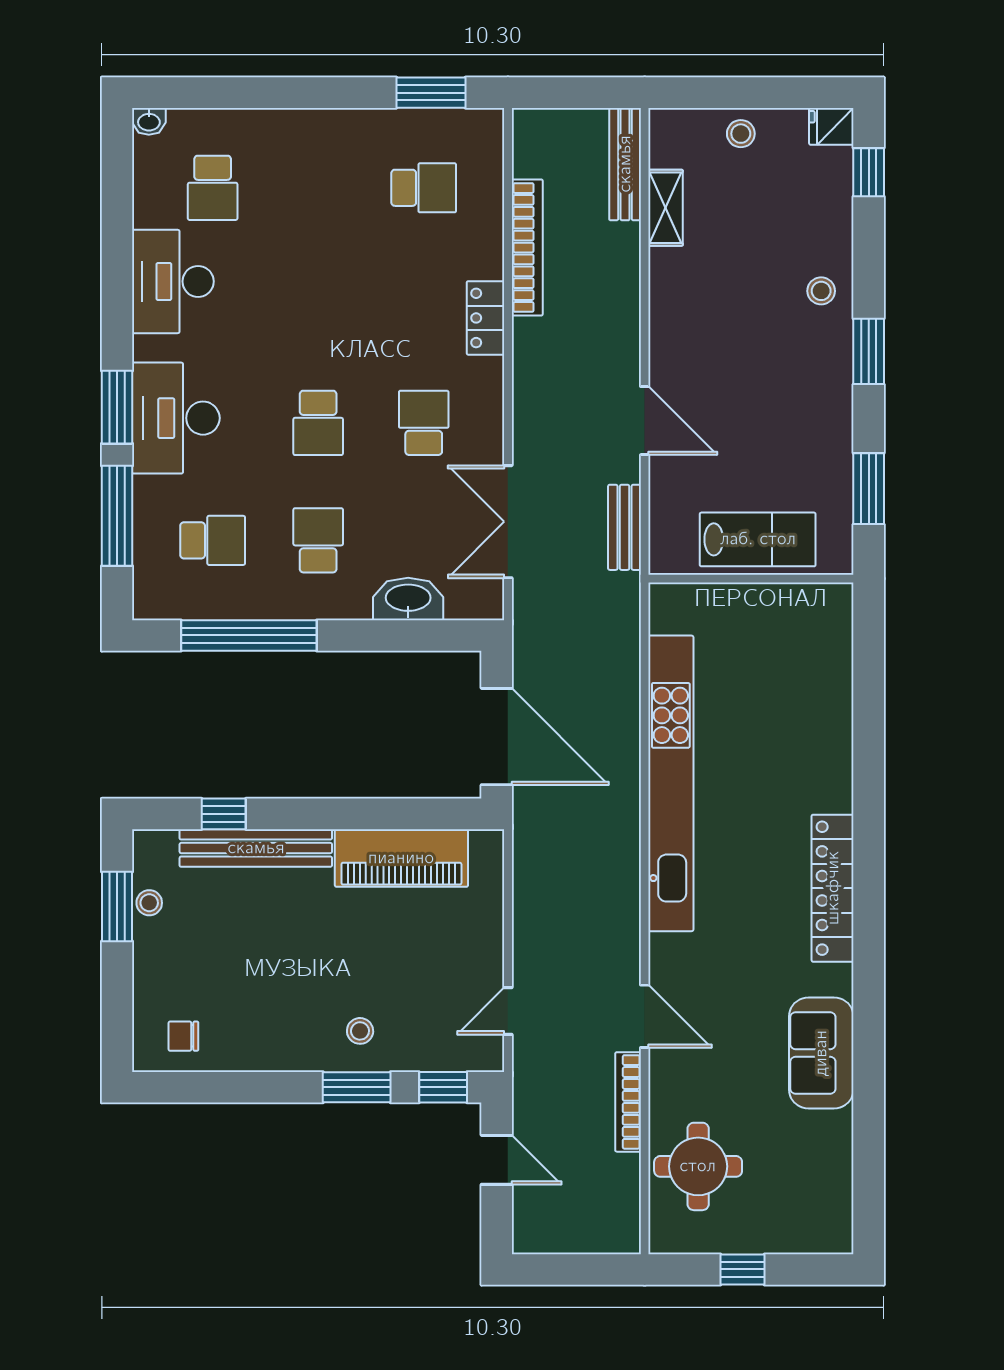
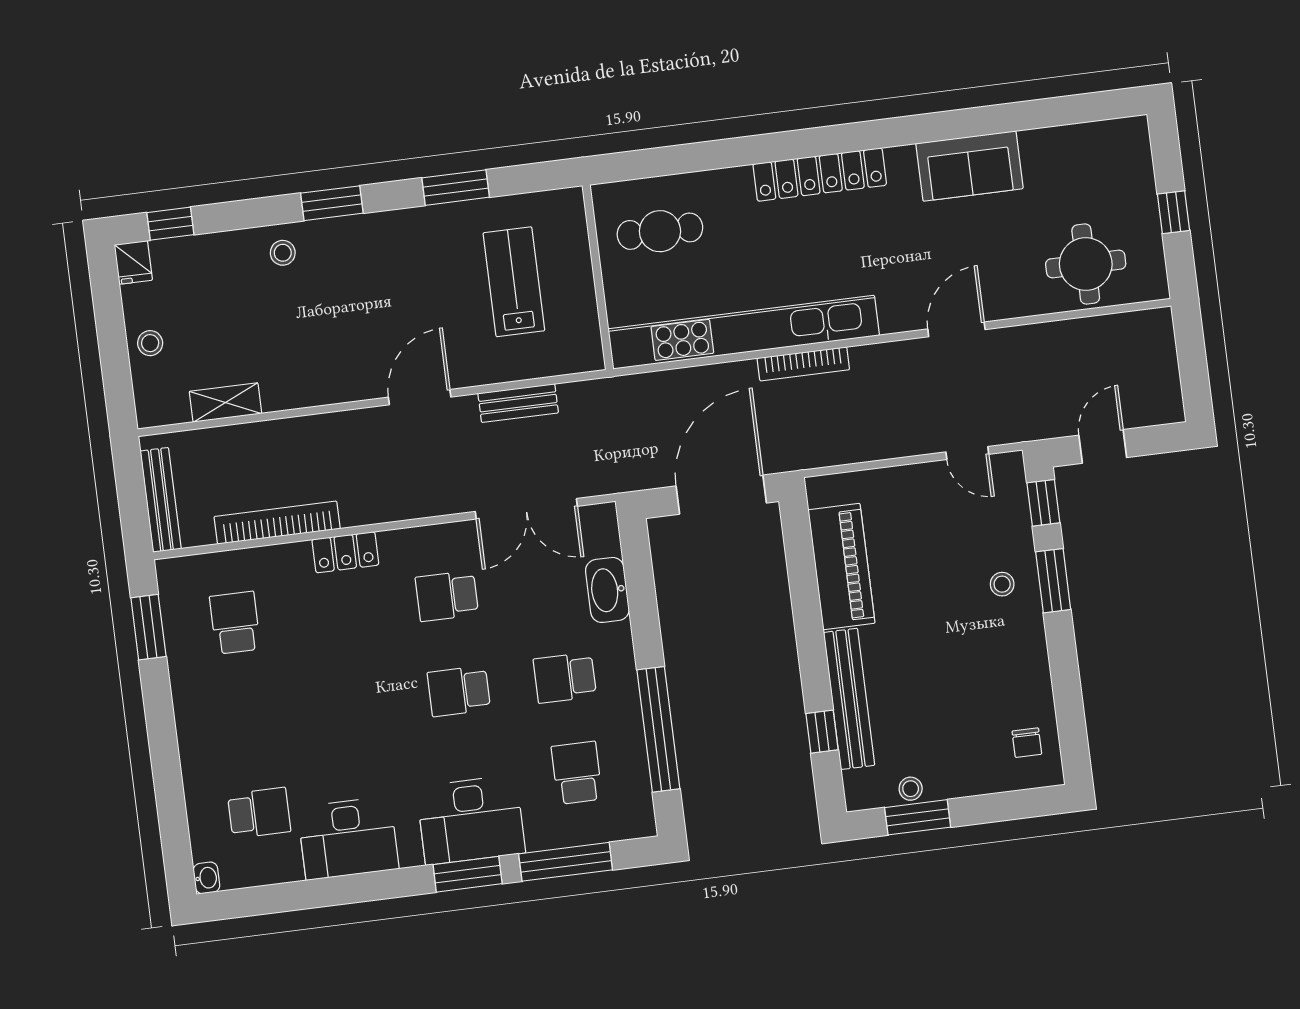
bench: (625, 164) -> (161, 500), moved, turned 90
school desk: (318, 423) -> (459, 691), turned 180
wall: (751, 579) -> (598, 277), moved
cafe table: (793, 706) -> (660, 231), added
bookcase: (628, 1102) -> (803, 364), moved

